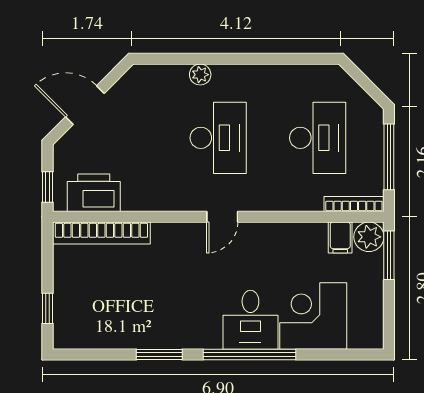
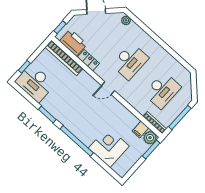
plant: (200, 75) -> (126, 20), moved
locker: (146, 200) -> (88, 60), added
desk: (250, 320) -> (35, 83), moved, width x1.37

